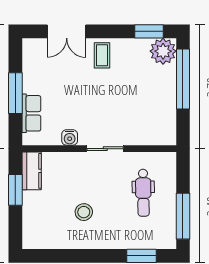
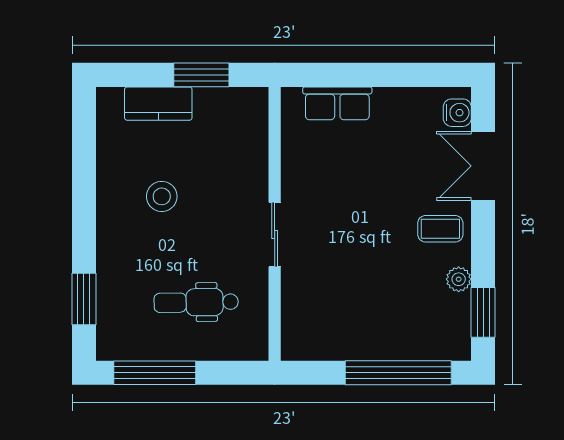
plant: (163, 51) -> (459, 279), moved, width x0.53, depth x0.53
window: (15, 93) -> (373, 75), removed
water cooler: (70, 137) -> (457, 113), moved, turned 180
kitchen counter: (32, 171) -> (158, 104), moved

